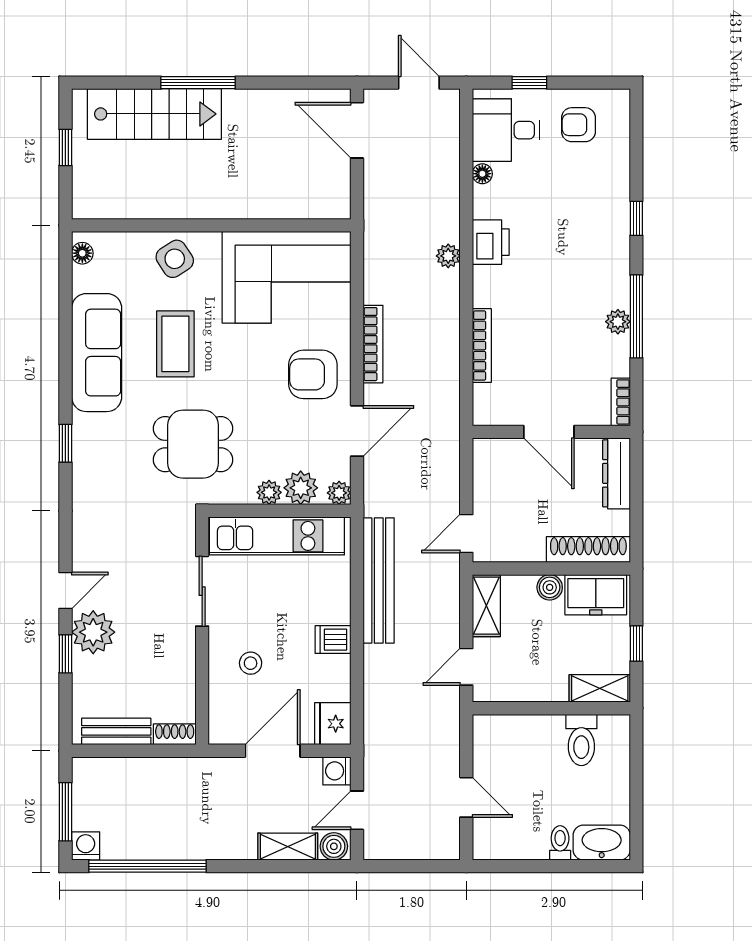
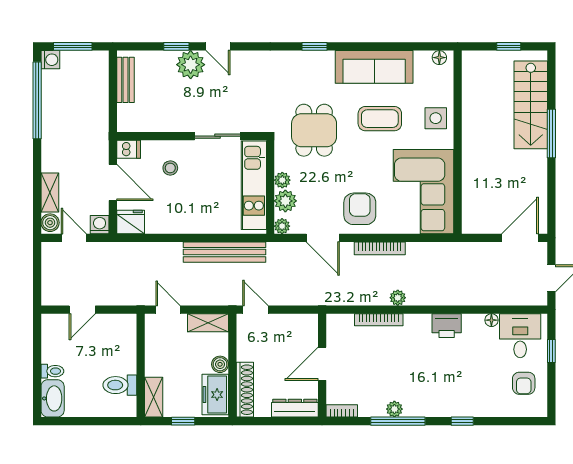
armchair: (578, 125) -> (524, 383), turned 180
plant: (448, 256) -> (398, 298), moved
side table: (175, 259) -> (436, 118), turned 33
dishwasher: (333, 640) -> (129, 149), moved, turned 90
shoe rack: (175, 734) -> (124, 118), removed

